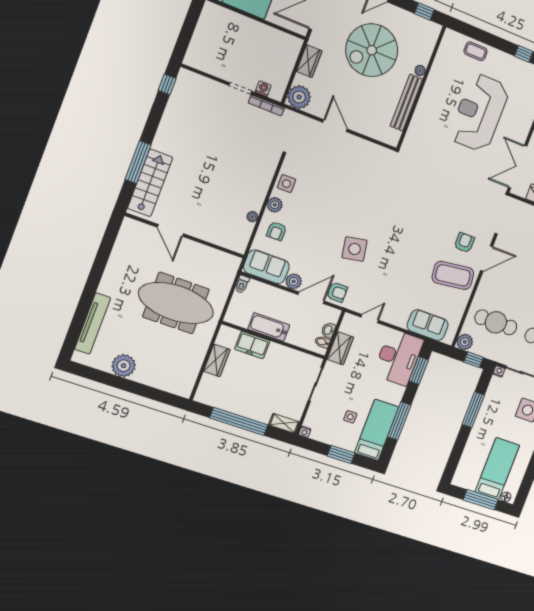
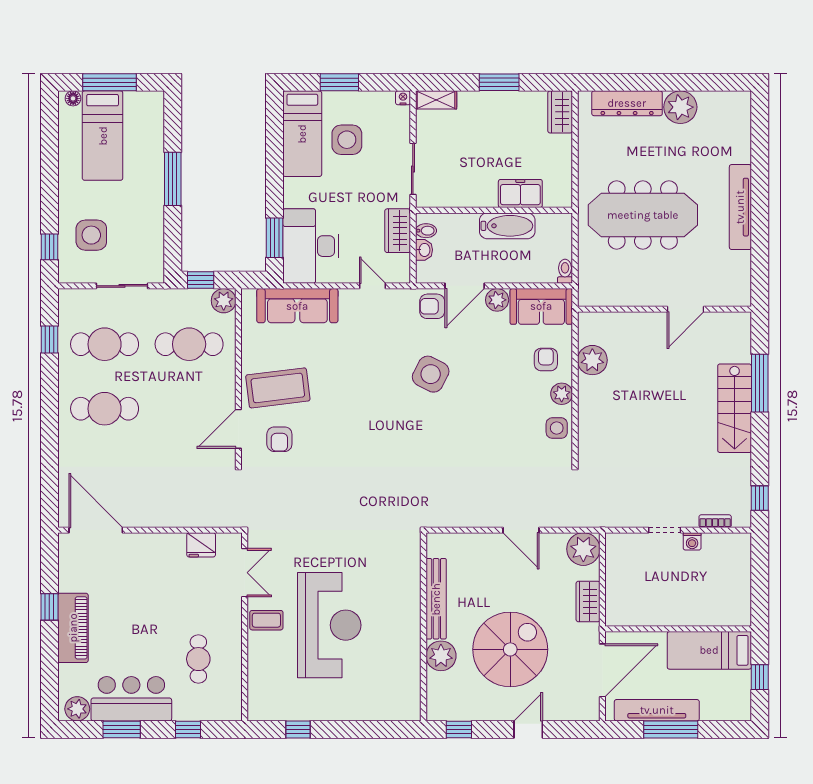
coffee table: (476, 51) -> (266, 620), moved
plant: (420, 71) -> (441, 656), width x1.88, depth x1.88
washing machine: (263, 89) -> (692, 541), moved
bookcase: (266, 105) -> (715, 521), moved, width x0.64
double door: (518, 167) -> (245, 573), width x0.73
stairs: (150, 183) -> (735, 408), moved
plant: (252, 217) -> (592, 360), width x1.88, depth x1.88
door: (171, 230) -> (686, 309), swing flipped
side table: (355, 249) -> (431, 374), turned 37
door: (370, 319) -> (372, 286), swing flipped
tv unit: (93, 323) -> (740, 207), moved
sofa: (428, 325) -> (297, 306), width x1.36
wardrobe: (217, 360) -> (560, 112), moved
nightstand: (499, 371) -> (157, 276), removed
dresser: (159, 380) -> (627, 103), added
window: (473, 410) -> (173, 179), moved
side table: (350, 417) -> (347, 140), width x1.87, depth x1.87
window: (239, 421) -> (499, 82), width x0.47
window: (399, 421) -> (275, 157), removed

